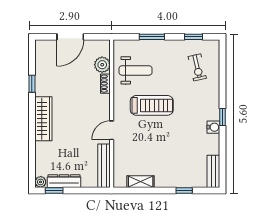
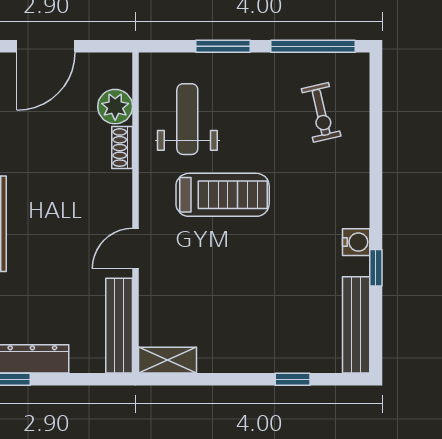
window: (194, 37) -> (313, 46), width x2.17
weight bench: (136, 70) -> (187, 119), turned -90
window: (223, 117) -> (376, 268), moved
bench: (213, 171) -> (356, 325), width x1.36
shelving: (141, 182) -> (167, 360), moved

